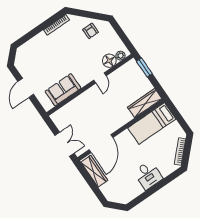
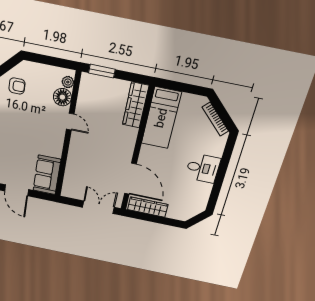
sofa: (63, 90) -> (47, 175), moved

